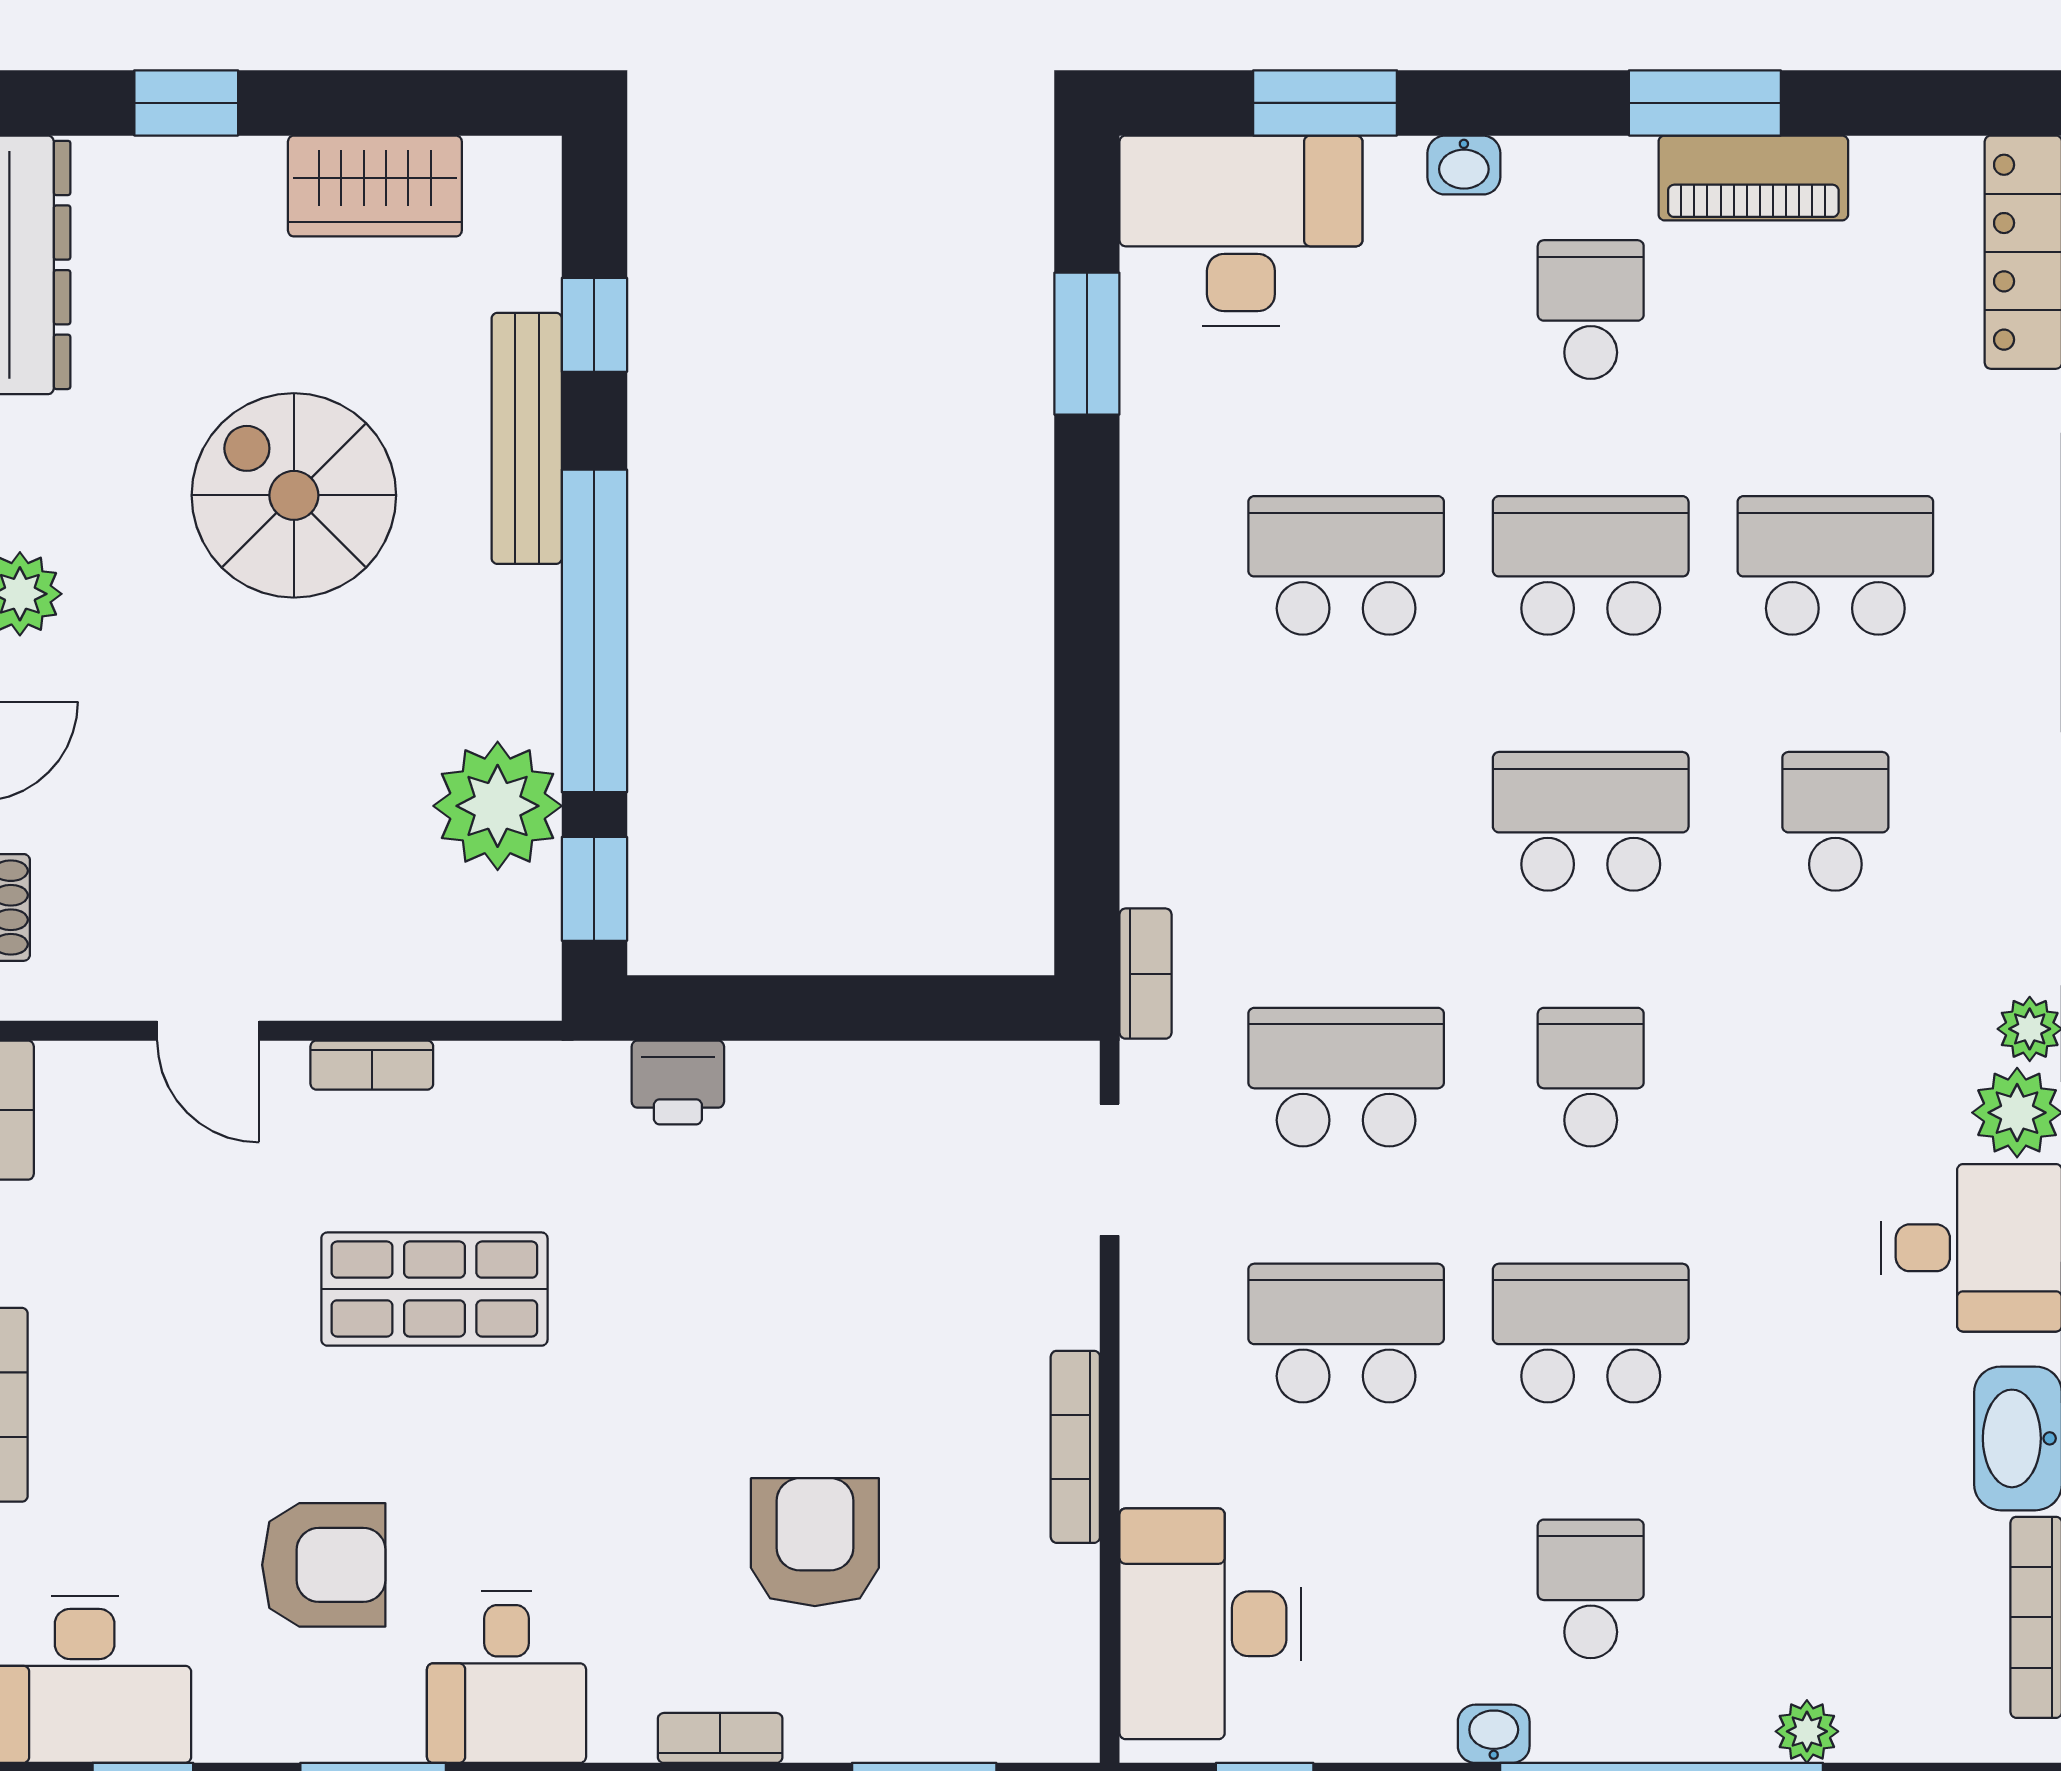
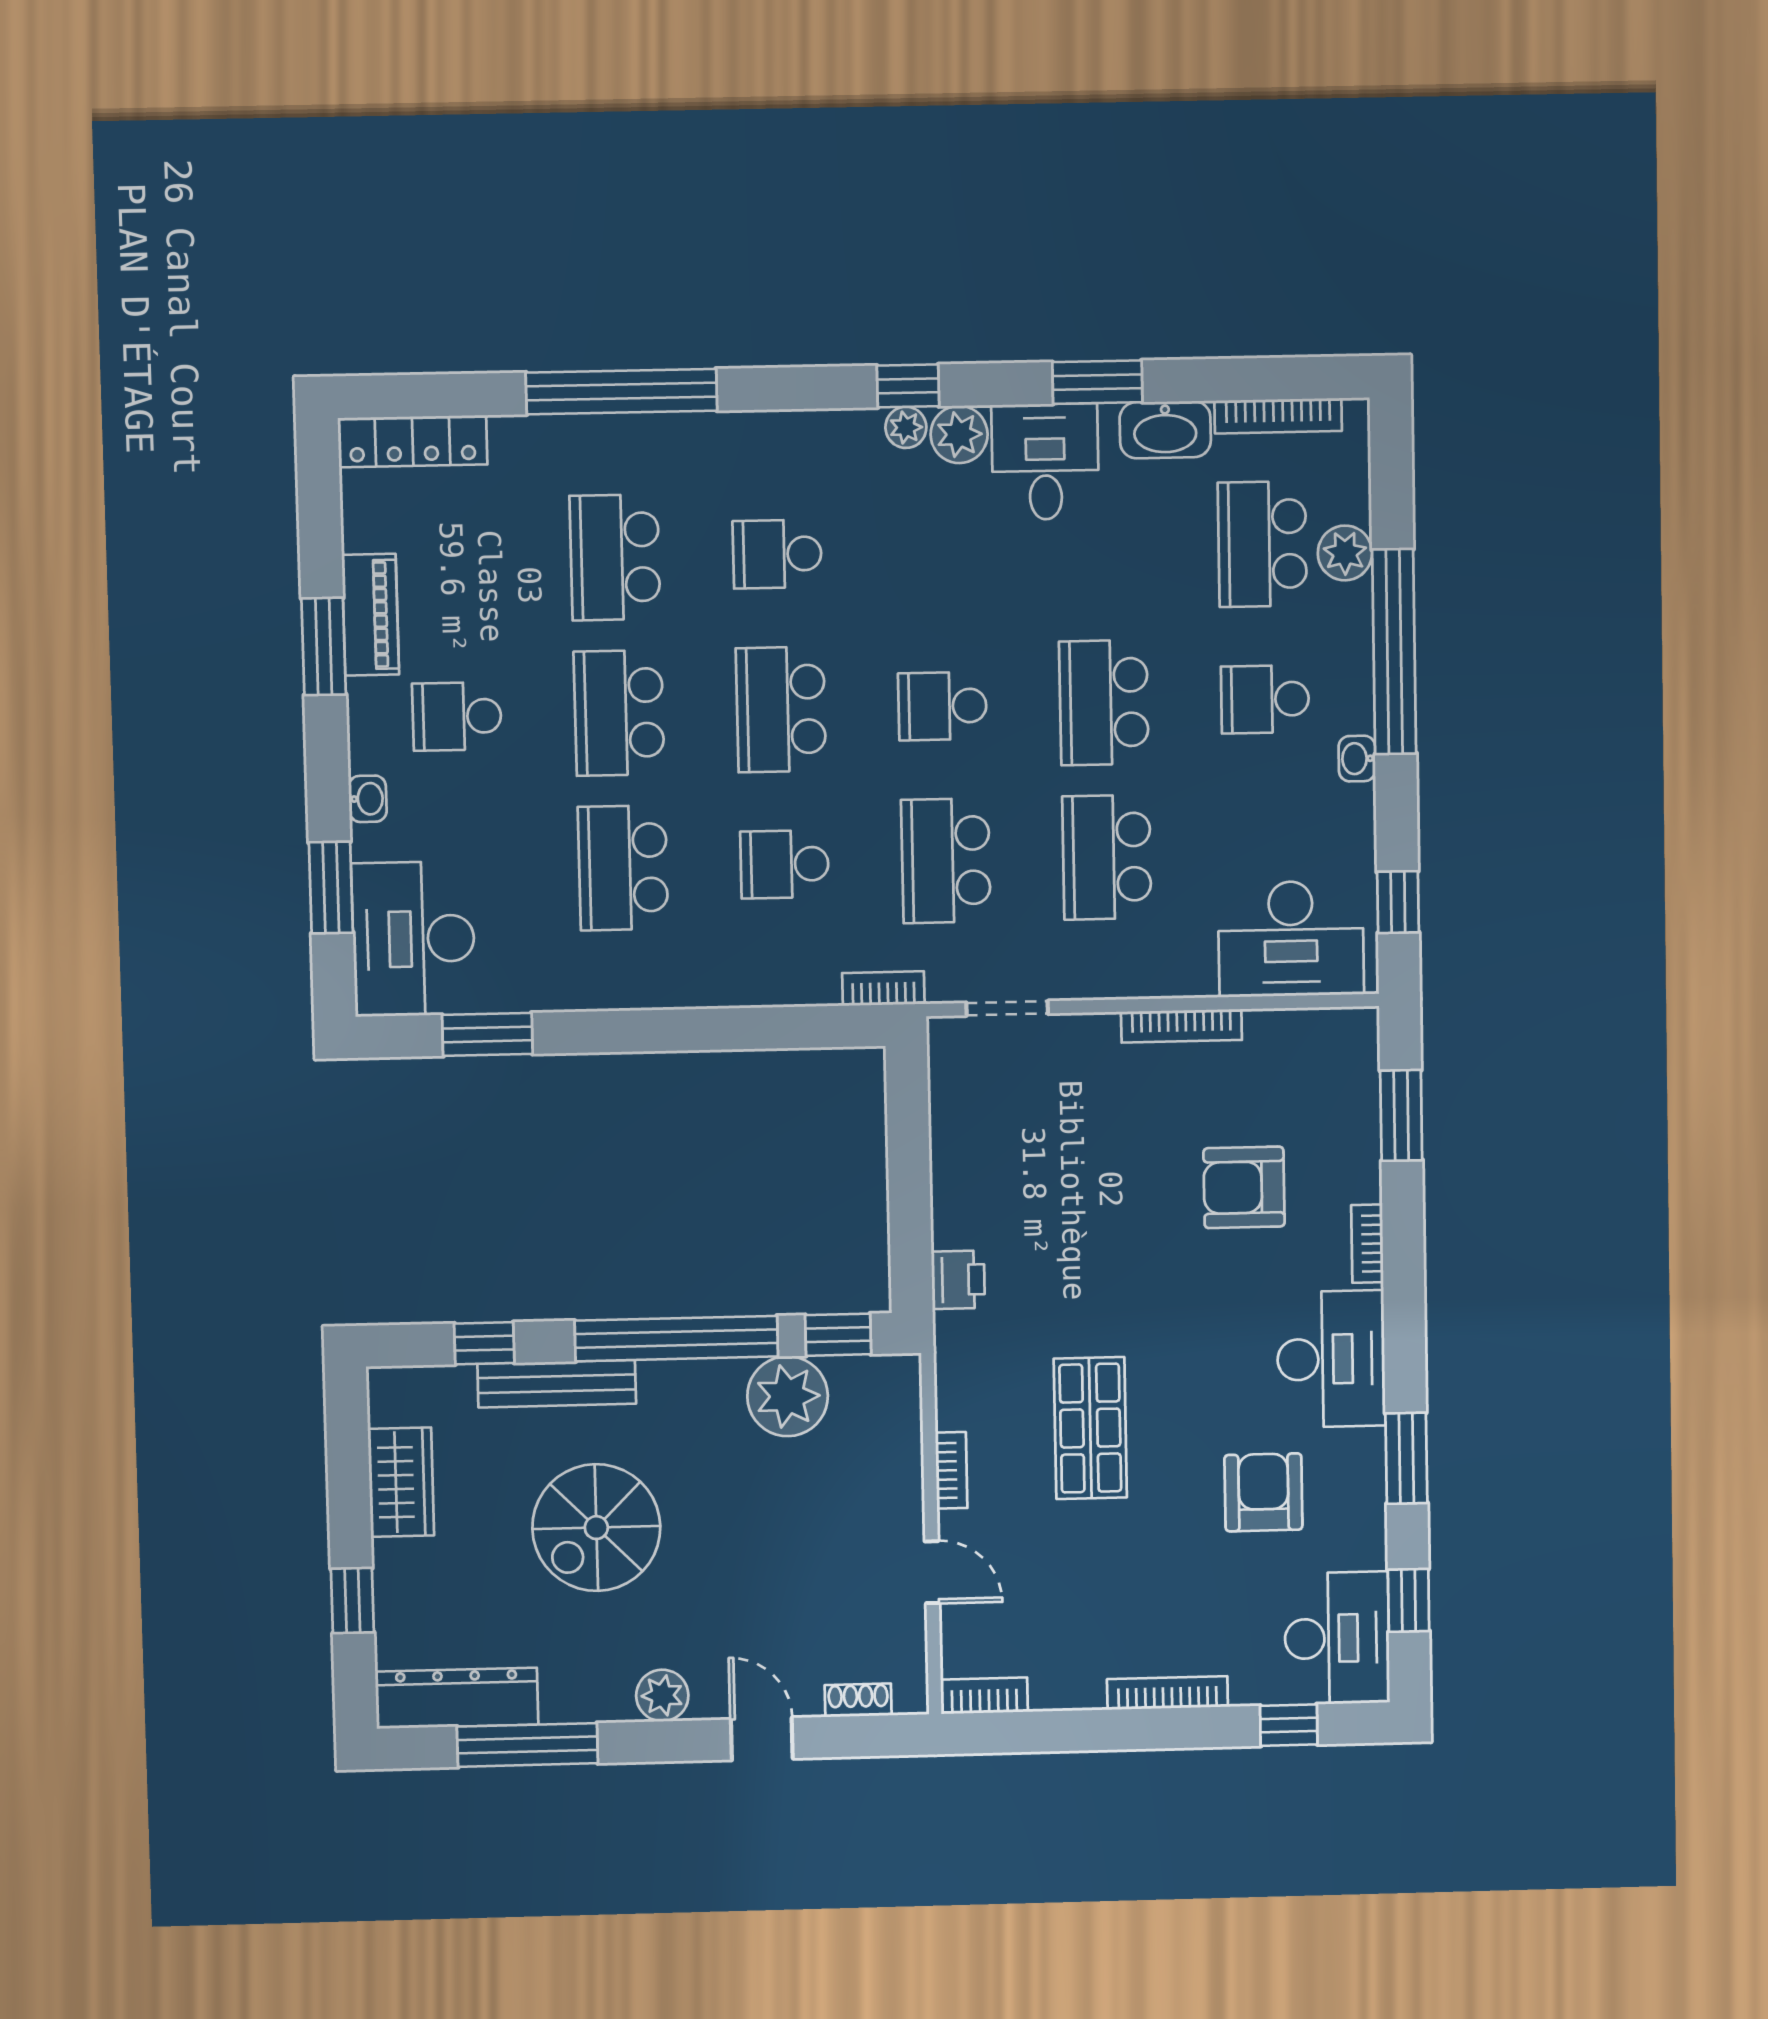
school desk: (1346, 821) -> (785, 864), added
door: (208, 1031) -> (932, 1572), hinge flipped
school desk: (1835, 1589) -> (1262, 544), added
desk: (506, 1677) -> (1331, 1359), width x1.37
plant: (1807, 1731) -> (1345, 553), width x1.38, depth x1.38

